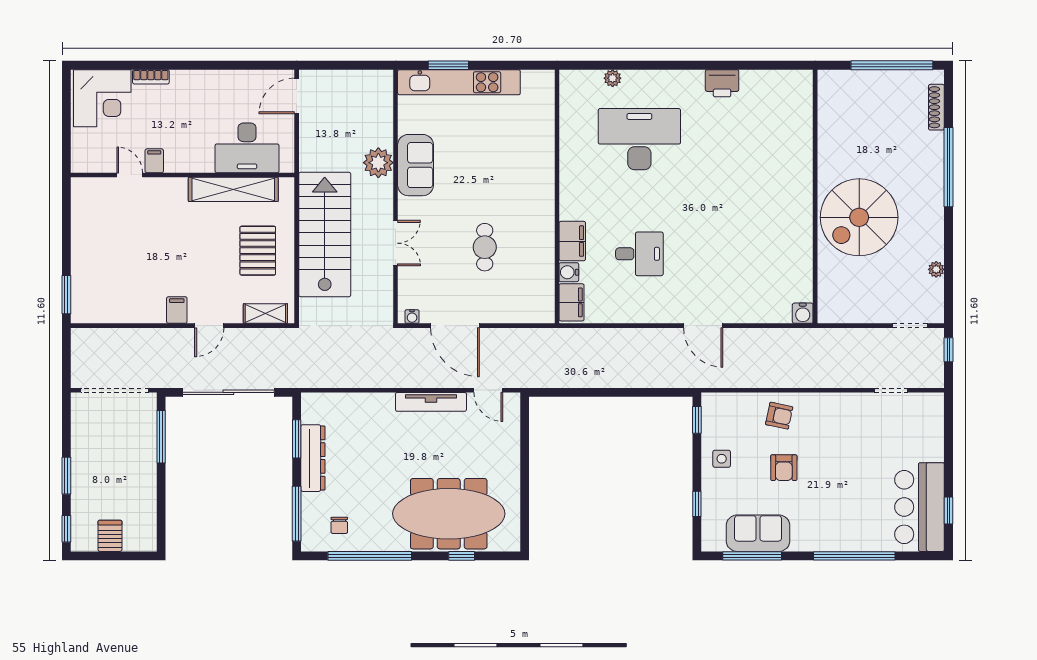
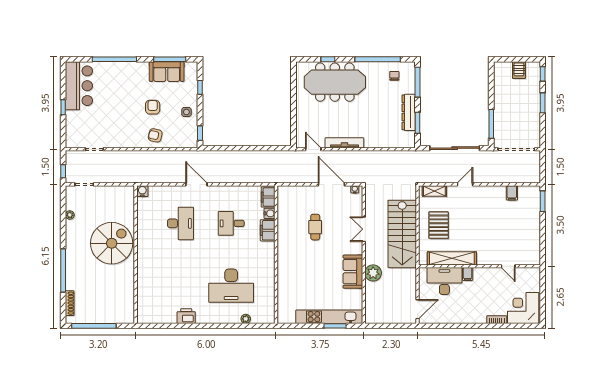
filing cabinet: (154, 161) -> (468, 274), moved
desk: (733, 254) -> (180, 223), added
filing cabinet: (177, 310) -> (512, 193), moved
window: (949, 511) -> (63, 107), moved

